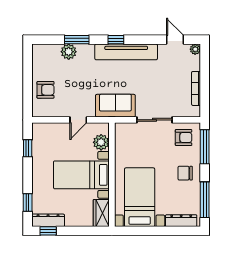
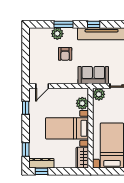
armchair: (46, 90) -> (65, 54), moved, turned 90
door: (78, 120) -> (42, 86), moved
plant: (123, 131) -> (99, 94), added

